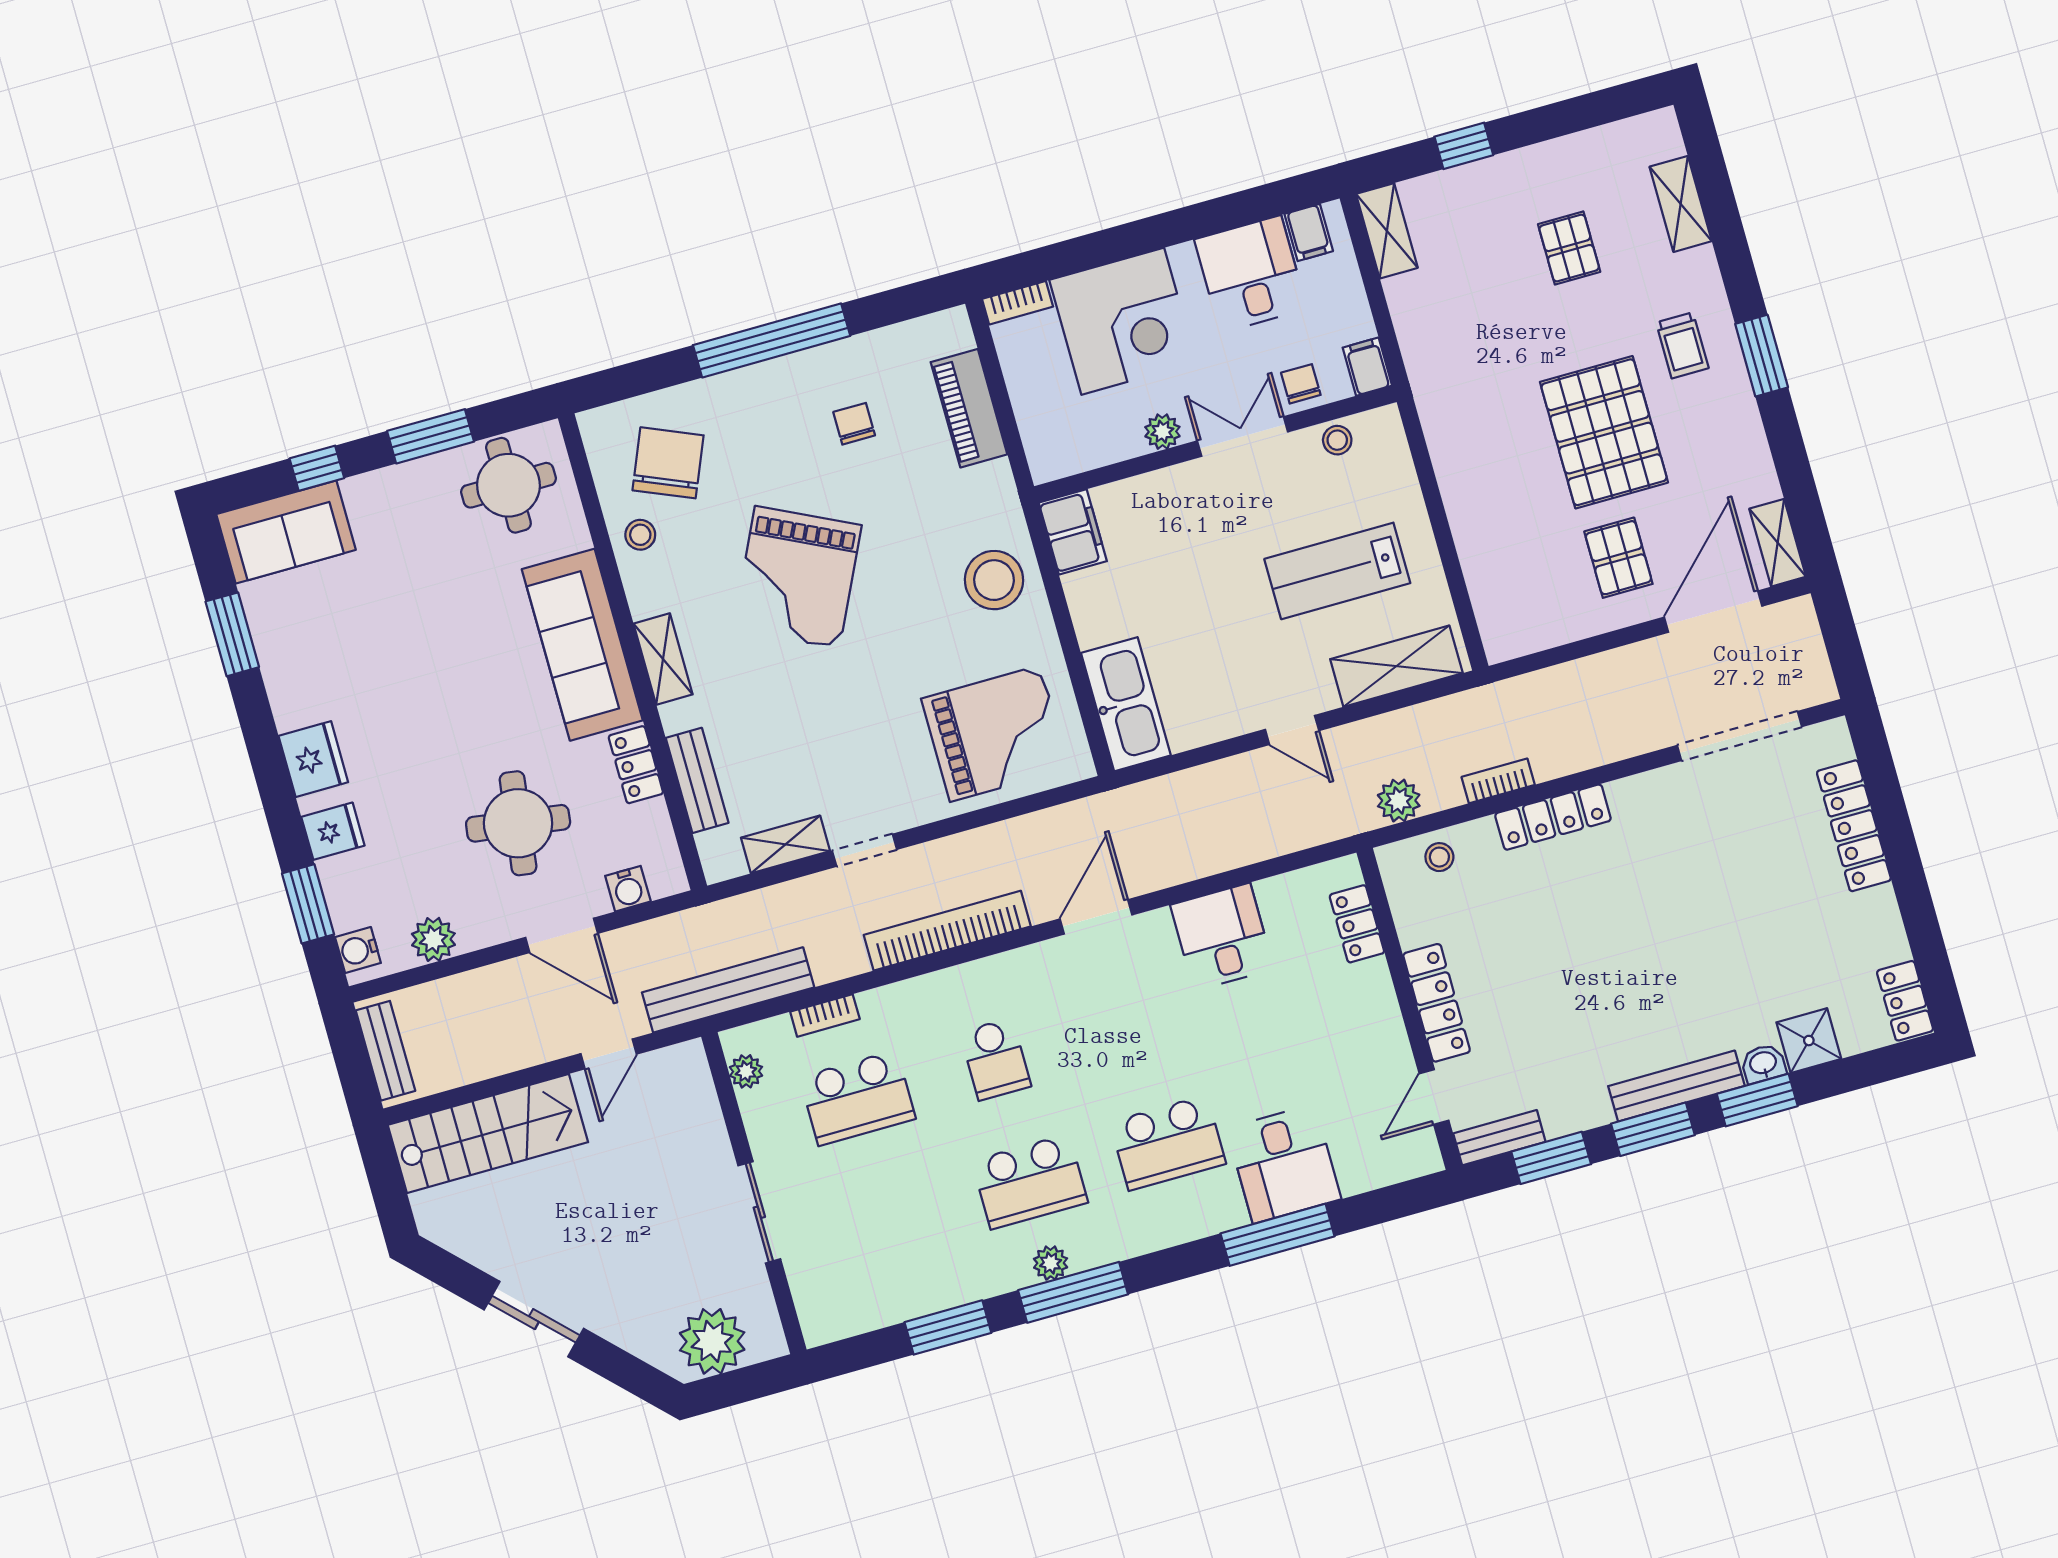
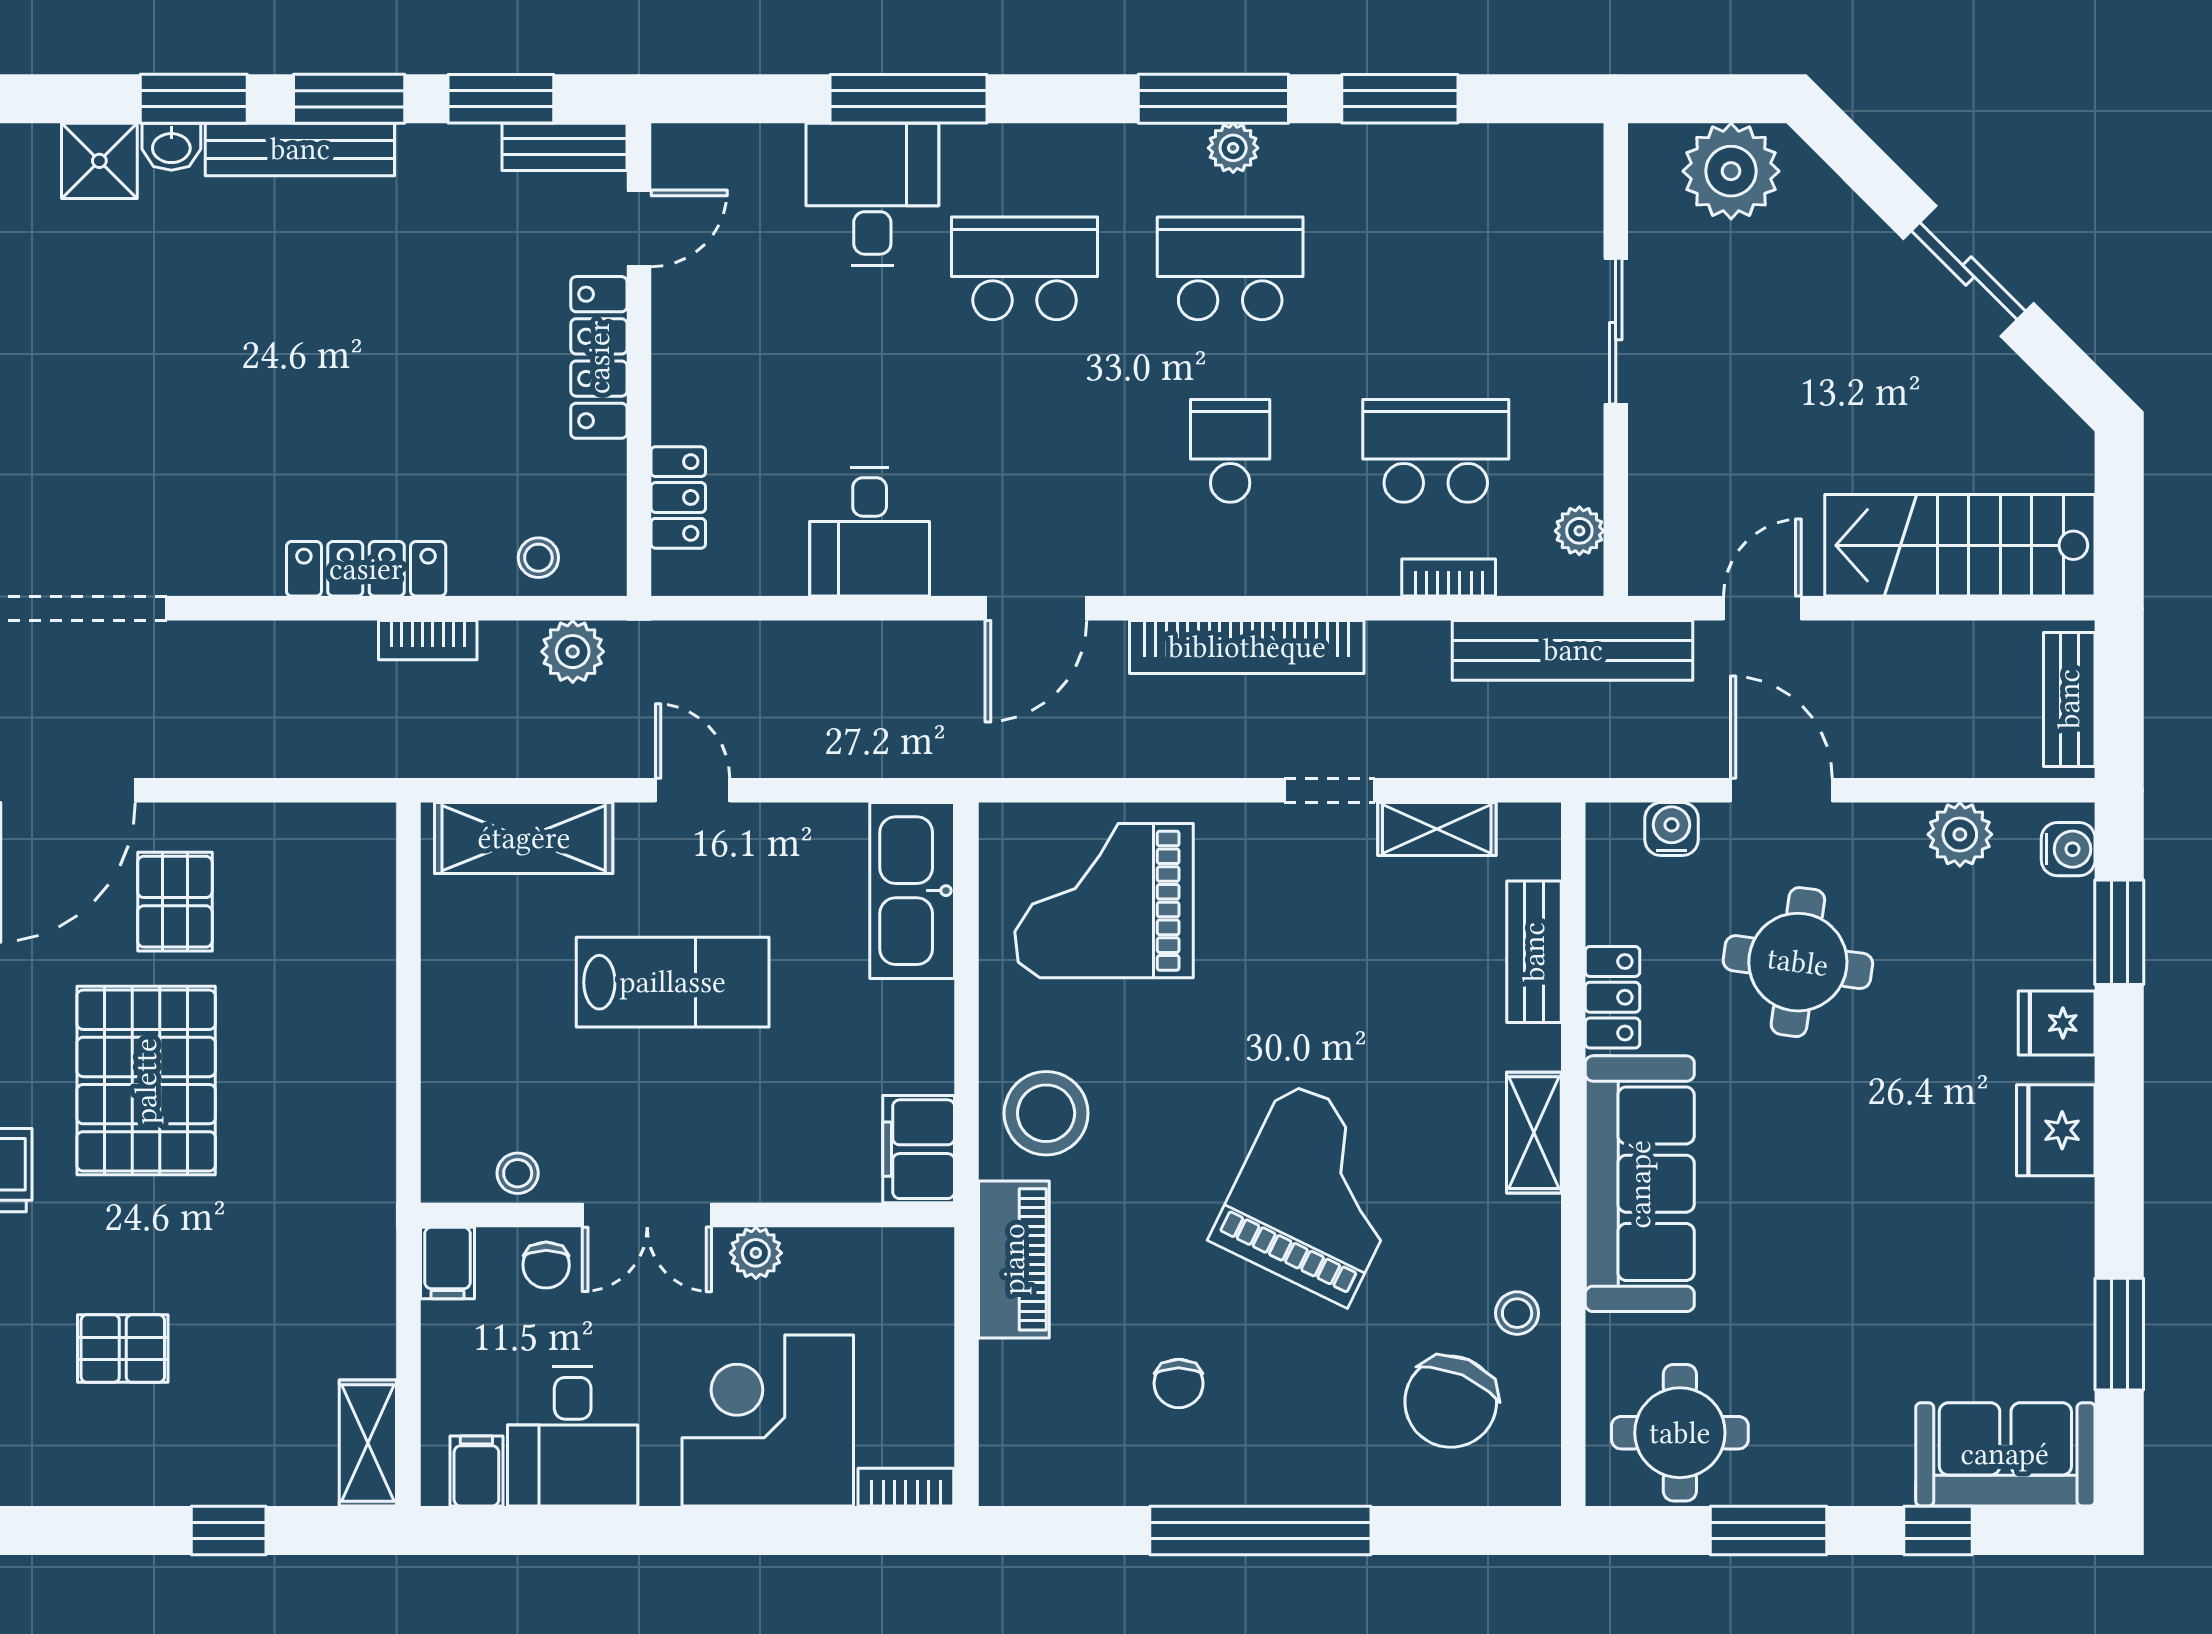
pallet: (1569, 248) -> (123, 1349), turned 90
piano: (969, 408) -> (1014, 1259), moved
lab bench: (1337, 571) -> (673, 982), moved

